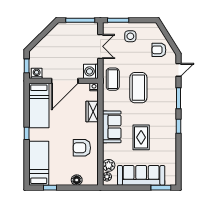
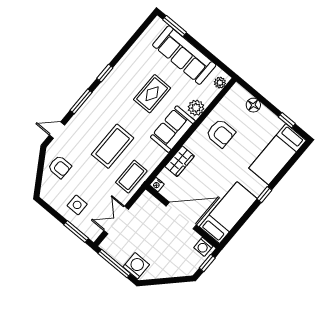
washing machine: (91, 71) -> (136, 266), moved, turned -90
plant: (109, 165) -> (196, 108), moved

